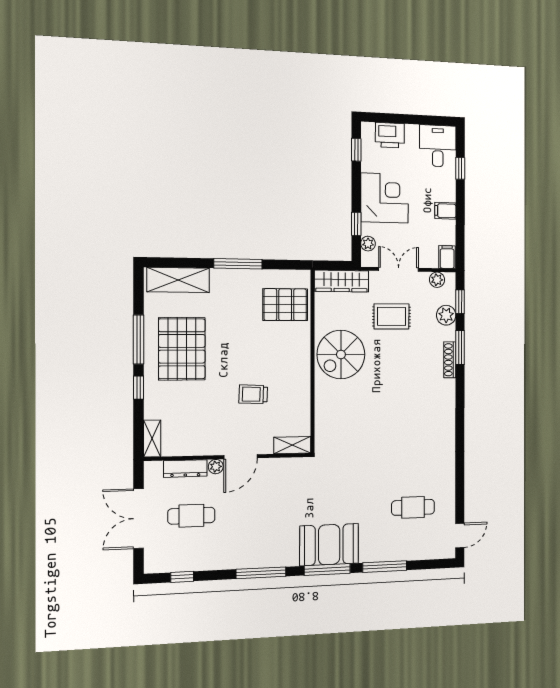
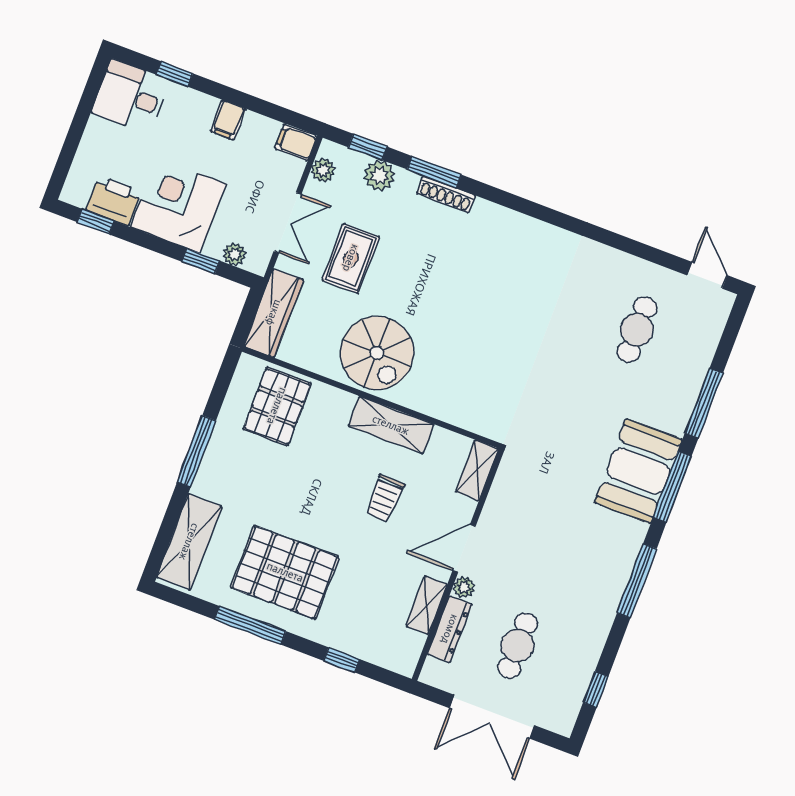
printer: (390, 135) -> (114, 201), moved, turned -90
double door: (399, 269) -> (287, 223), swing flipped
shelving: (300, 380) -> (391, 425), added
window: (139, 388) -> (342, 660), moved
shelving: (152, 438) -> (427, 605), moved, turned 90
door: (241, 457) -> (464, 548), swing flipped

